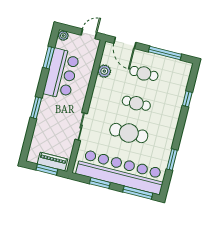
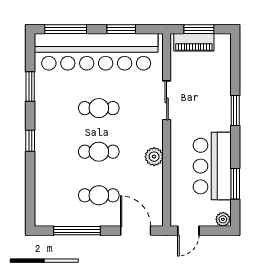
plant: (104, 71) -> (154, 157), moved
window: (187, 99) -> (30, 141), moved
cafe table: (129, 133) -> (99, 108), width x0.73, depth x0.74

